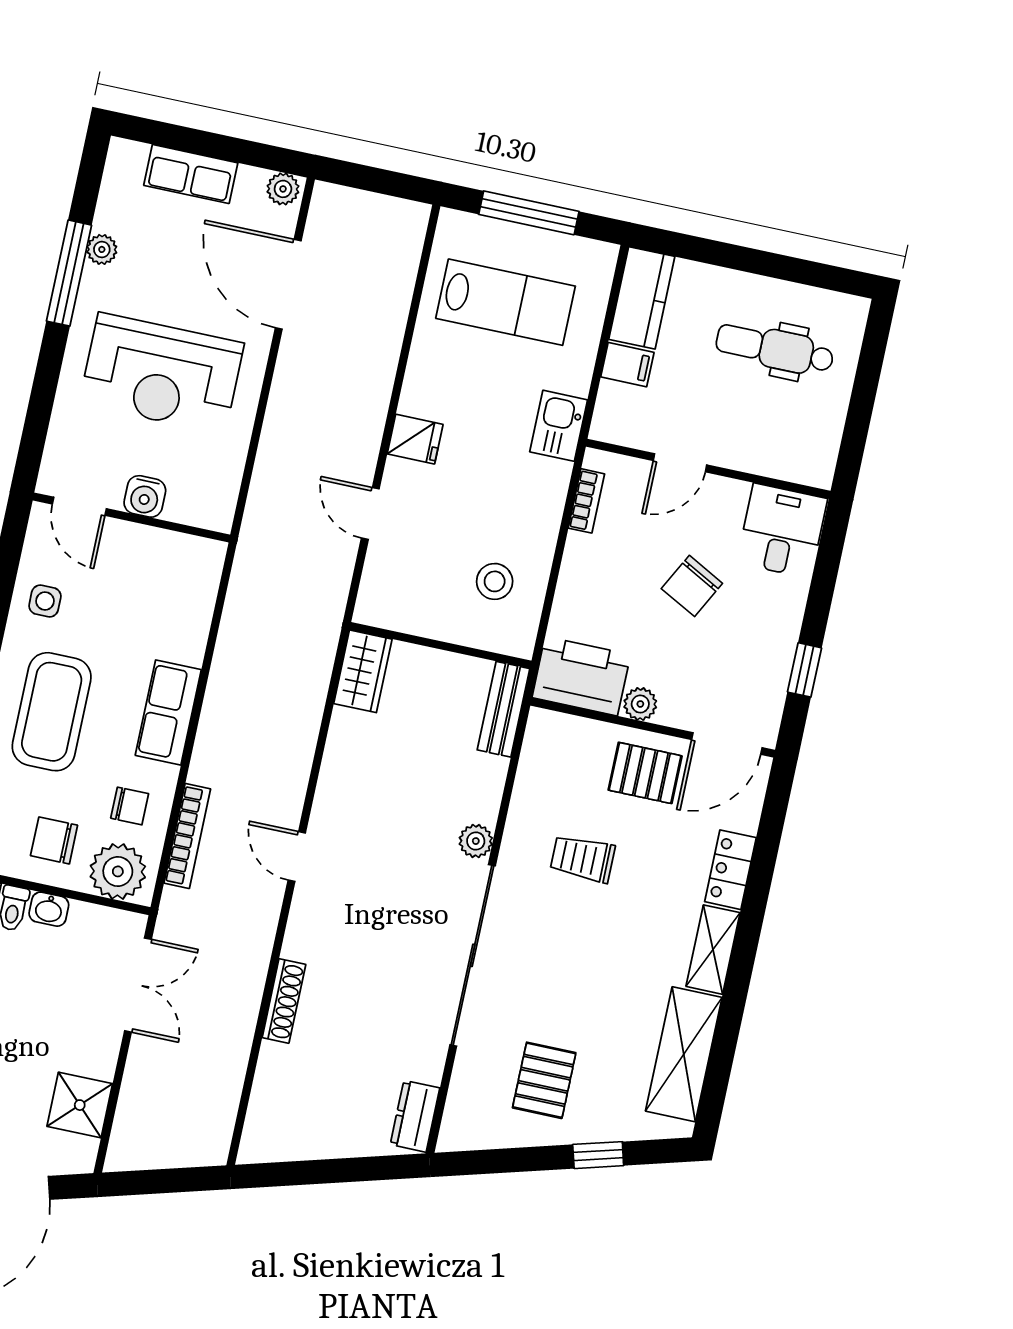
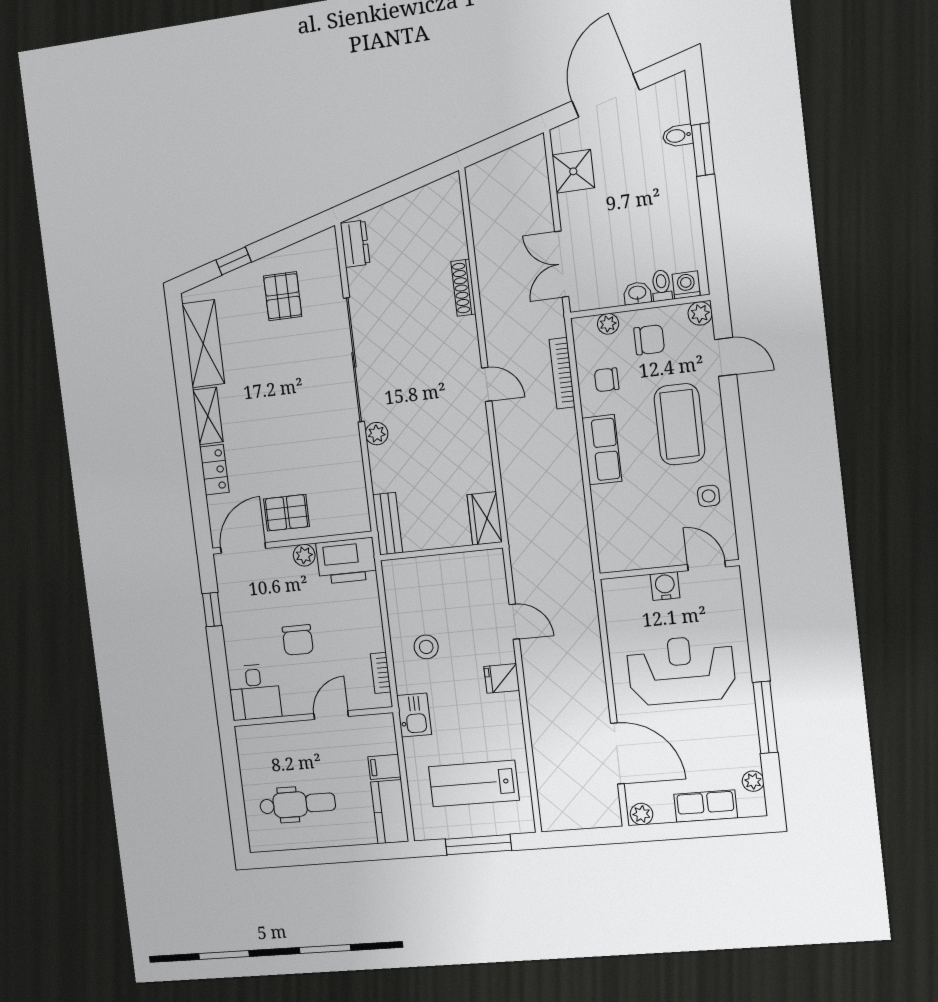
plant: (102, 249) -> (753, 781), moved
stool: (495, 581) -> (426, 647), moved
chair: (692, 586) -> (298, 640), turned 152
trolley: (583, 859) -> (307, 445), removed
plant: (118, 871) -> (608, 324), width x0.53, depth x0.53

